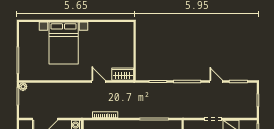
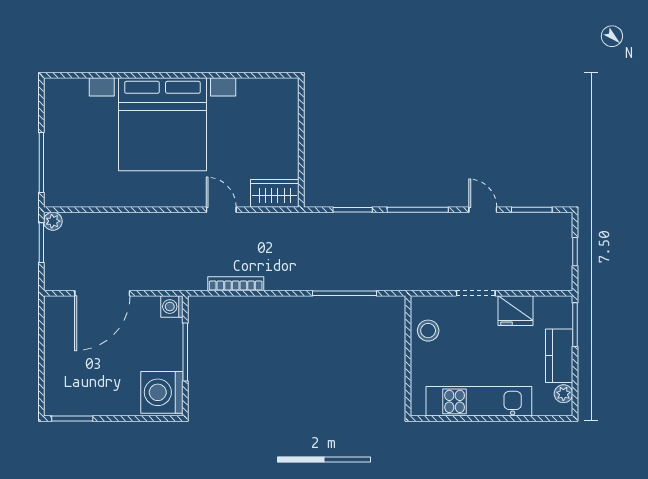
bed with nightstands: (64, 43) -> (162, 124), width x1.36

